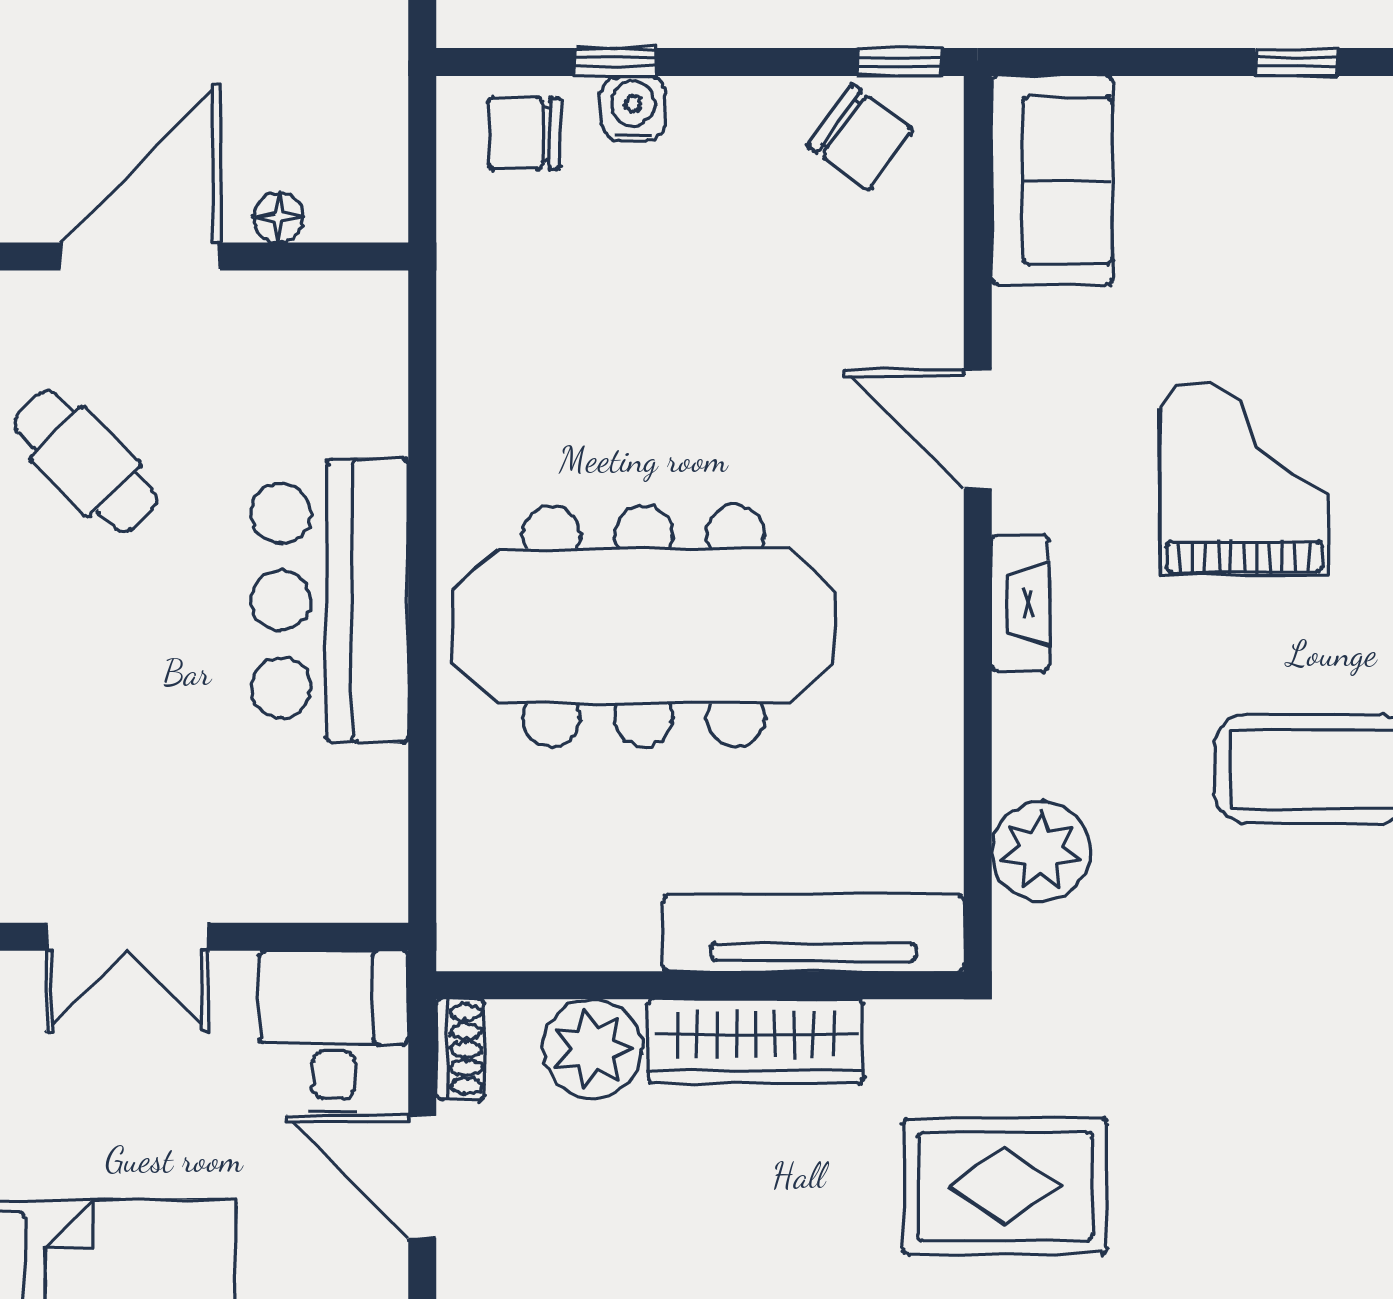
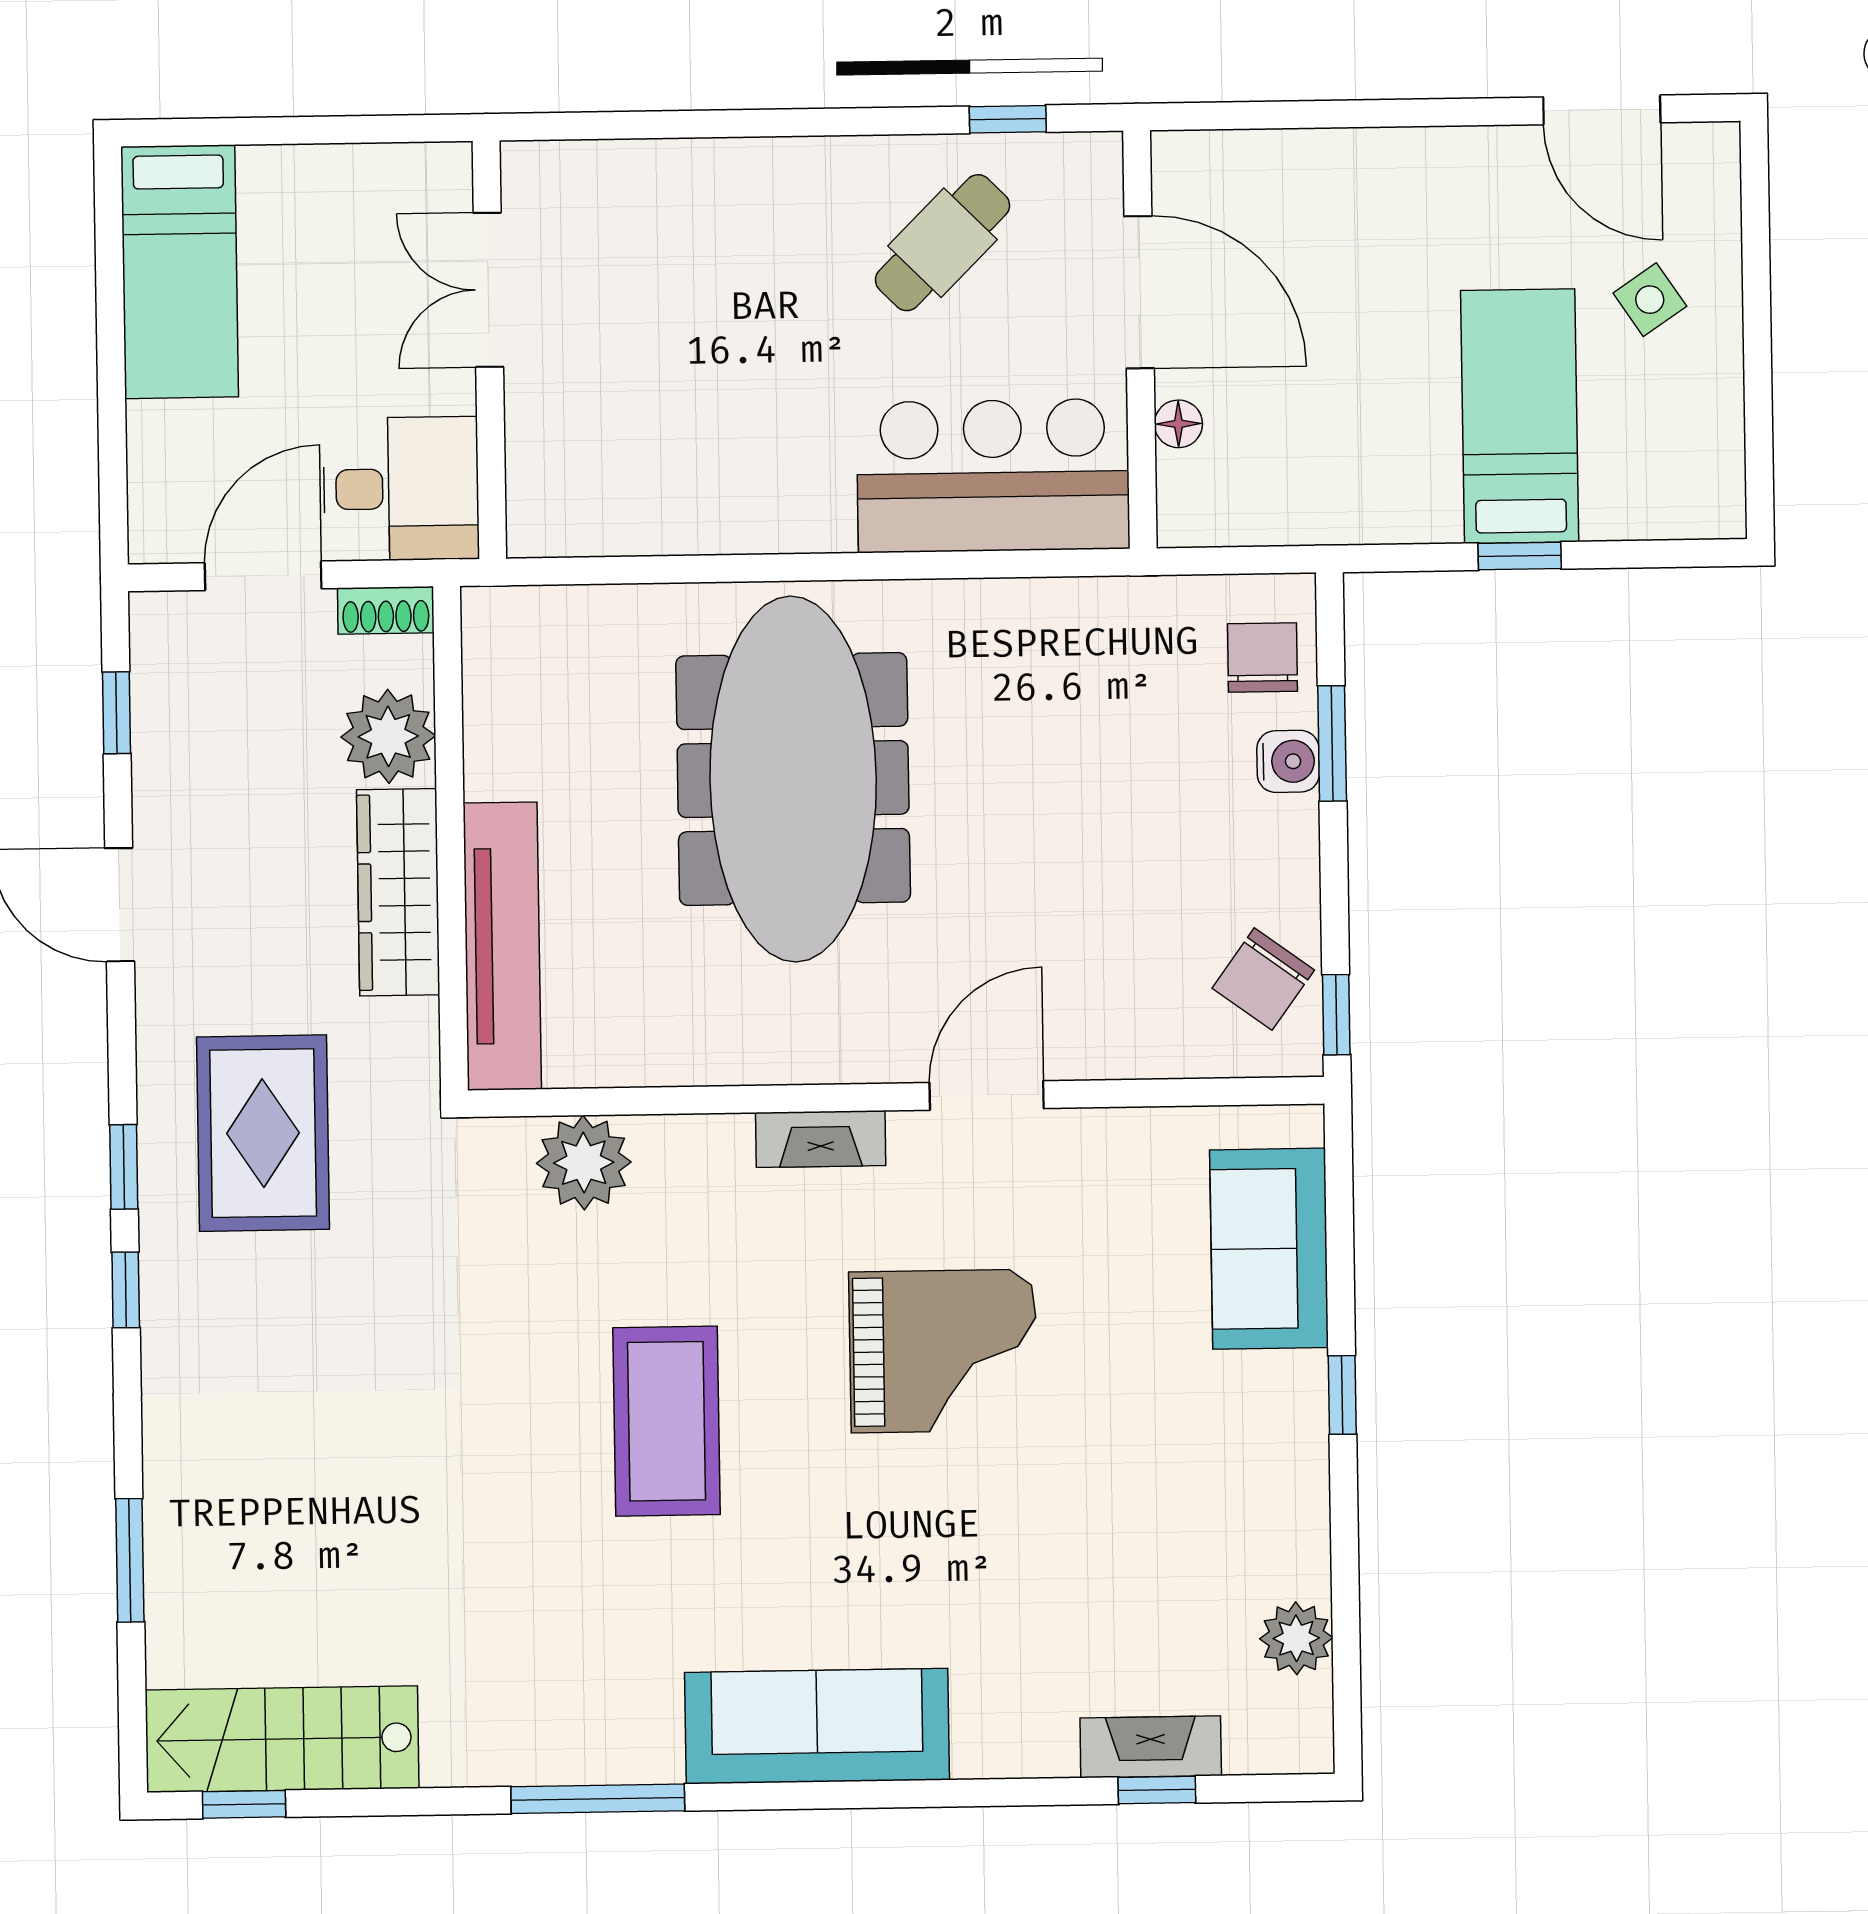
window: (615, 62) -> (1332, 743), width x1.50
sofa: (1052, 180) -> (1269, 1249), moved, turned 90
bar counter: (330, 601) -> (993, 476), moved

